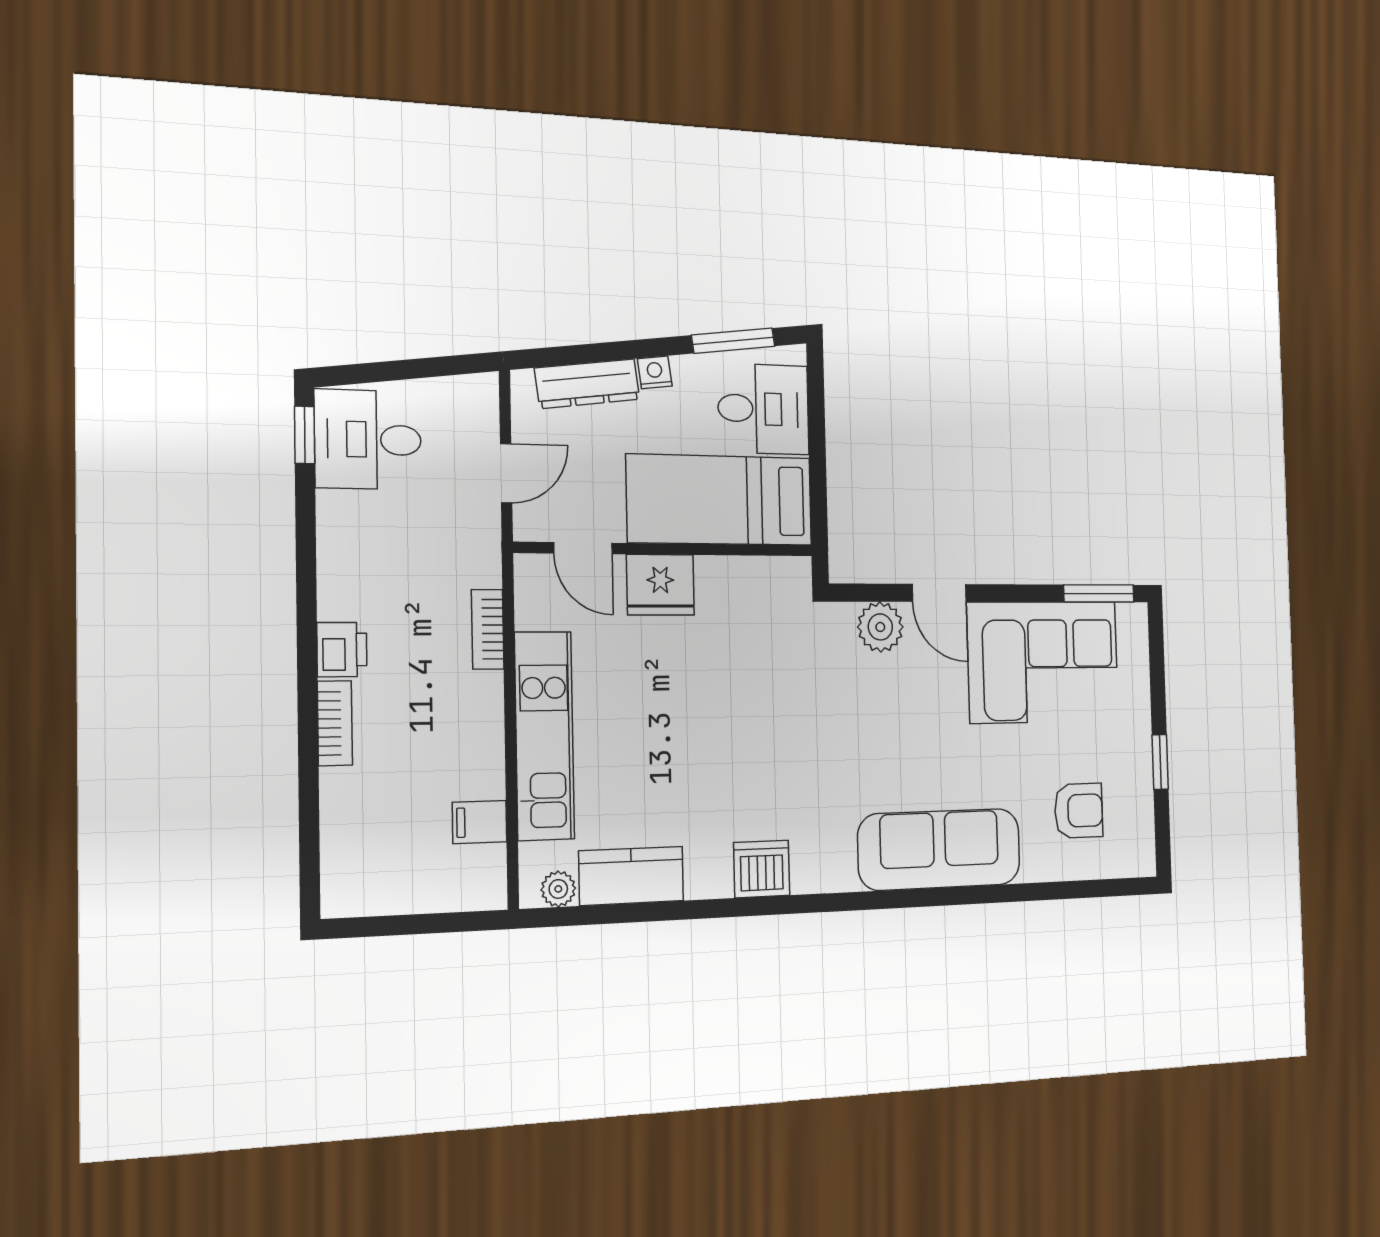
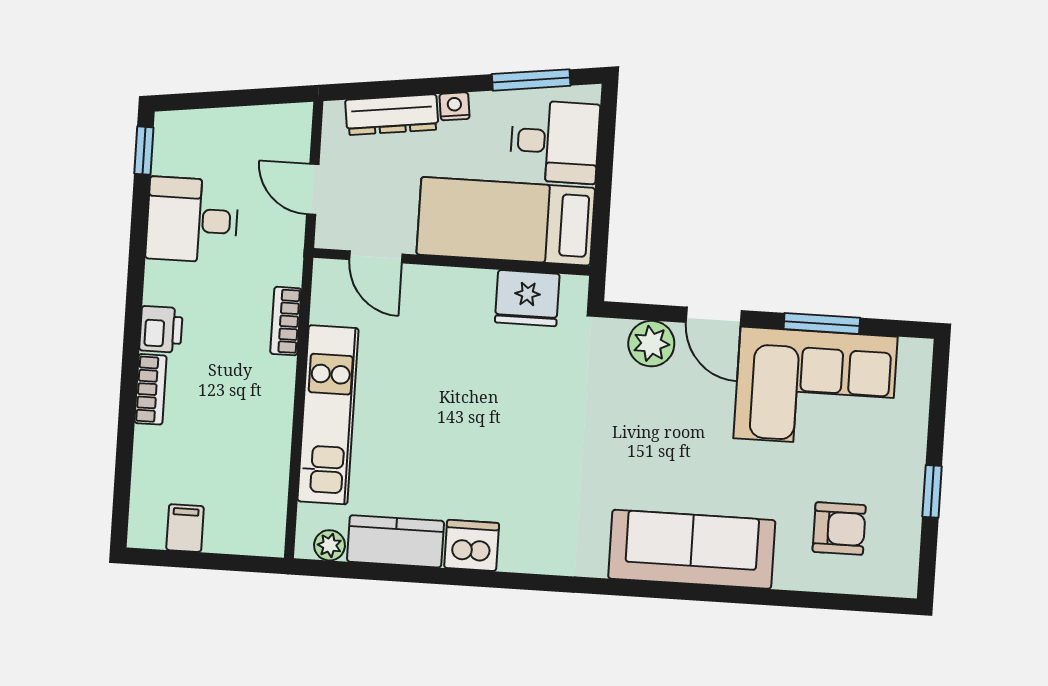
desk: (368, 439) -> (192, 220), moved
door: (506, 473) -> (313, 189), swing flipped
fridge: (660, 585) -> (527, 298), moved
window: (1099, 593) -> (822, 323), moved
filing cabinet: (480, 822) -> (185, 528), moved, turned 90
dishwasher: (762, 869) -> (472, 545), moved

